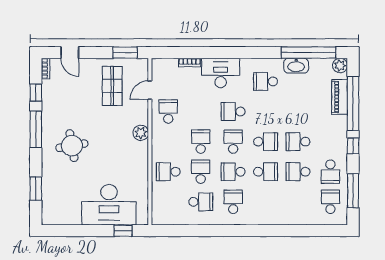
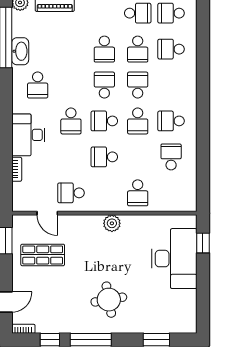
plant: (141, 133) -> (112, 223), moved
school desk: (201, 172) -> (171, 49), moved

